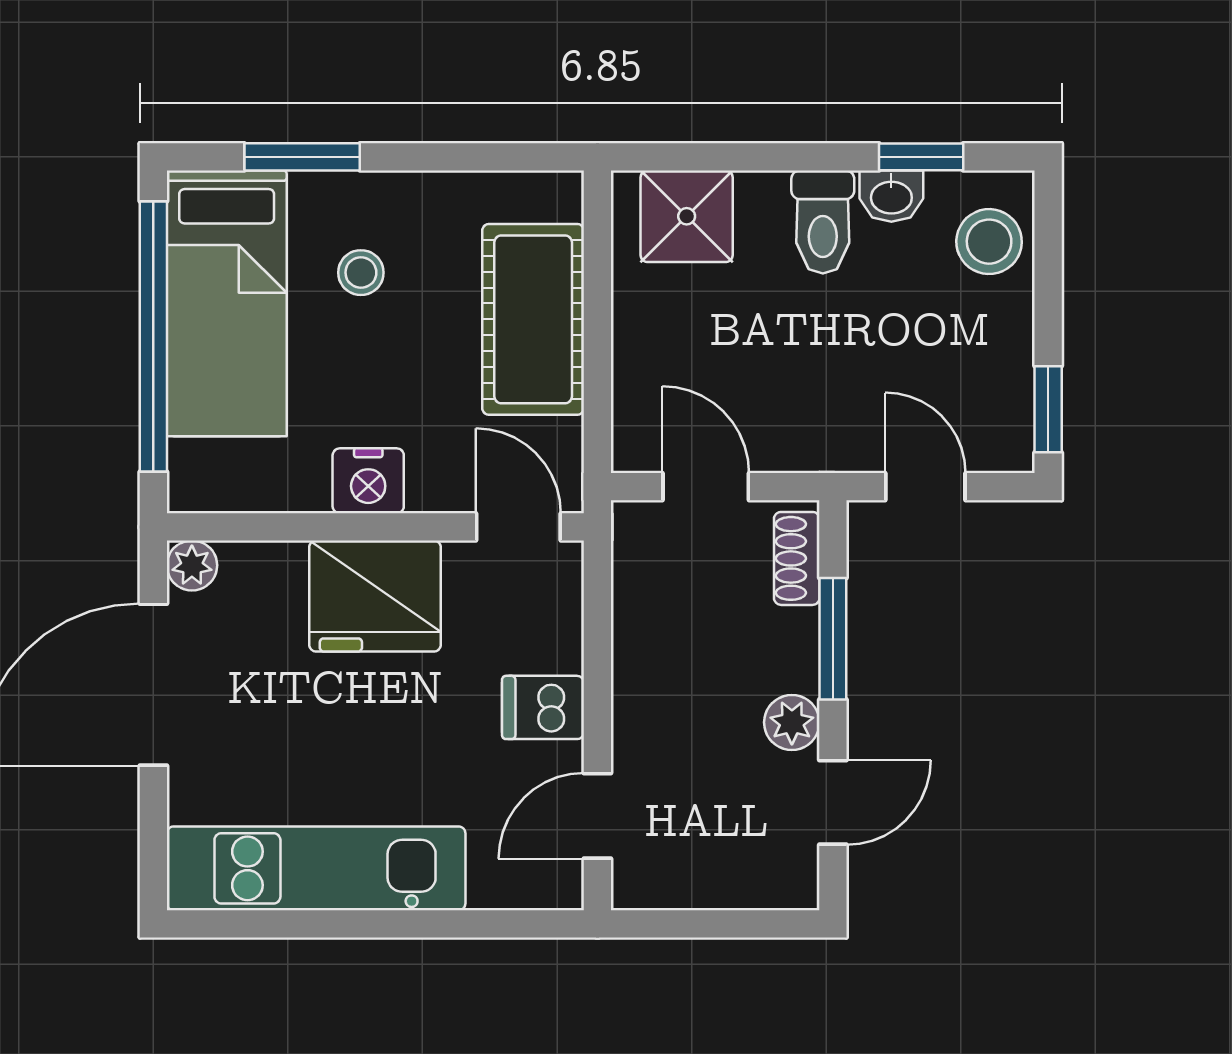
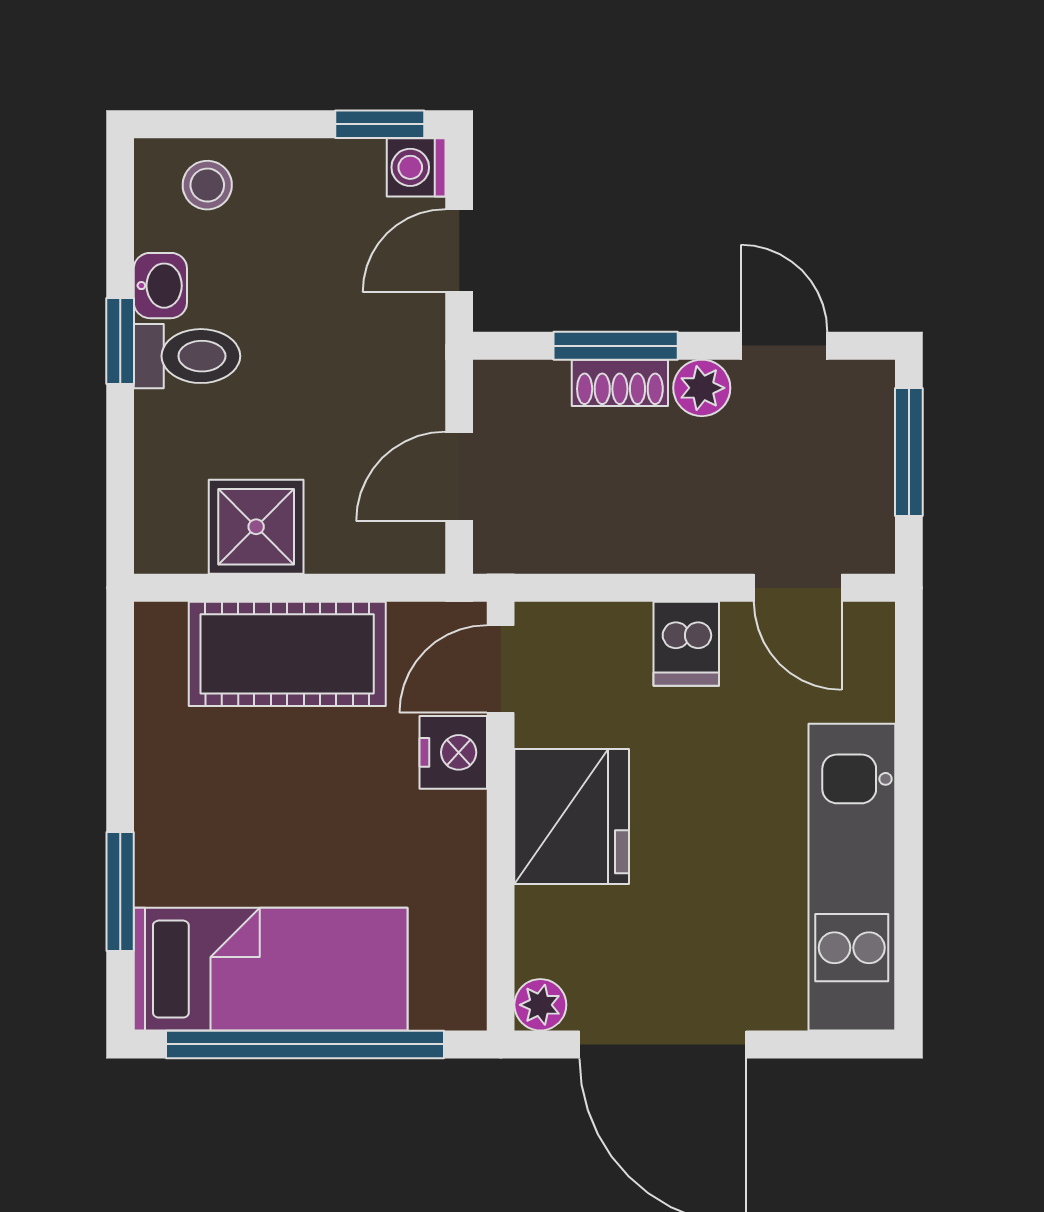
window: (921, 157) -> (120, 341), moved
shower: (687, 216) -> (256, 527), moved
stool: (989, 242) -> (207, 185), width x0.73, depth x0.73
stool: (361, 273) -> (239, 831), removed
washing machine: (1006, 445) -> (416, 167), added
nightstand: (368, 481) -> (453, 752), moved
shoe rack: (797, 558) -> (620, 383), moved
window: (729, 924) -> (909, 452), added

